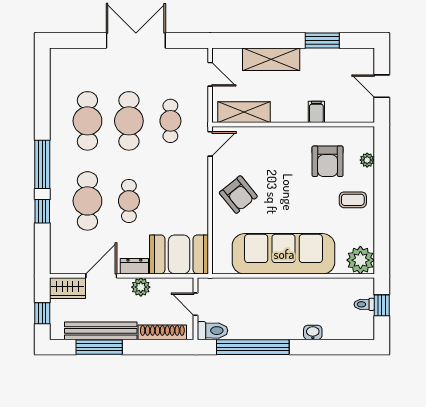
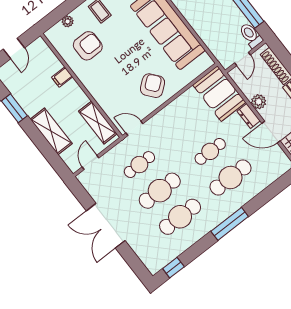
window: (42, 211) -> (173, 268), moved

